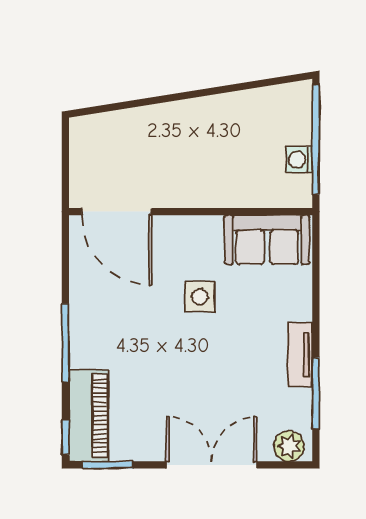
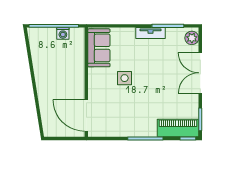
door: (117, 212) -> (86, 116), swing flipped

